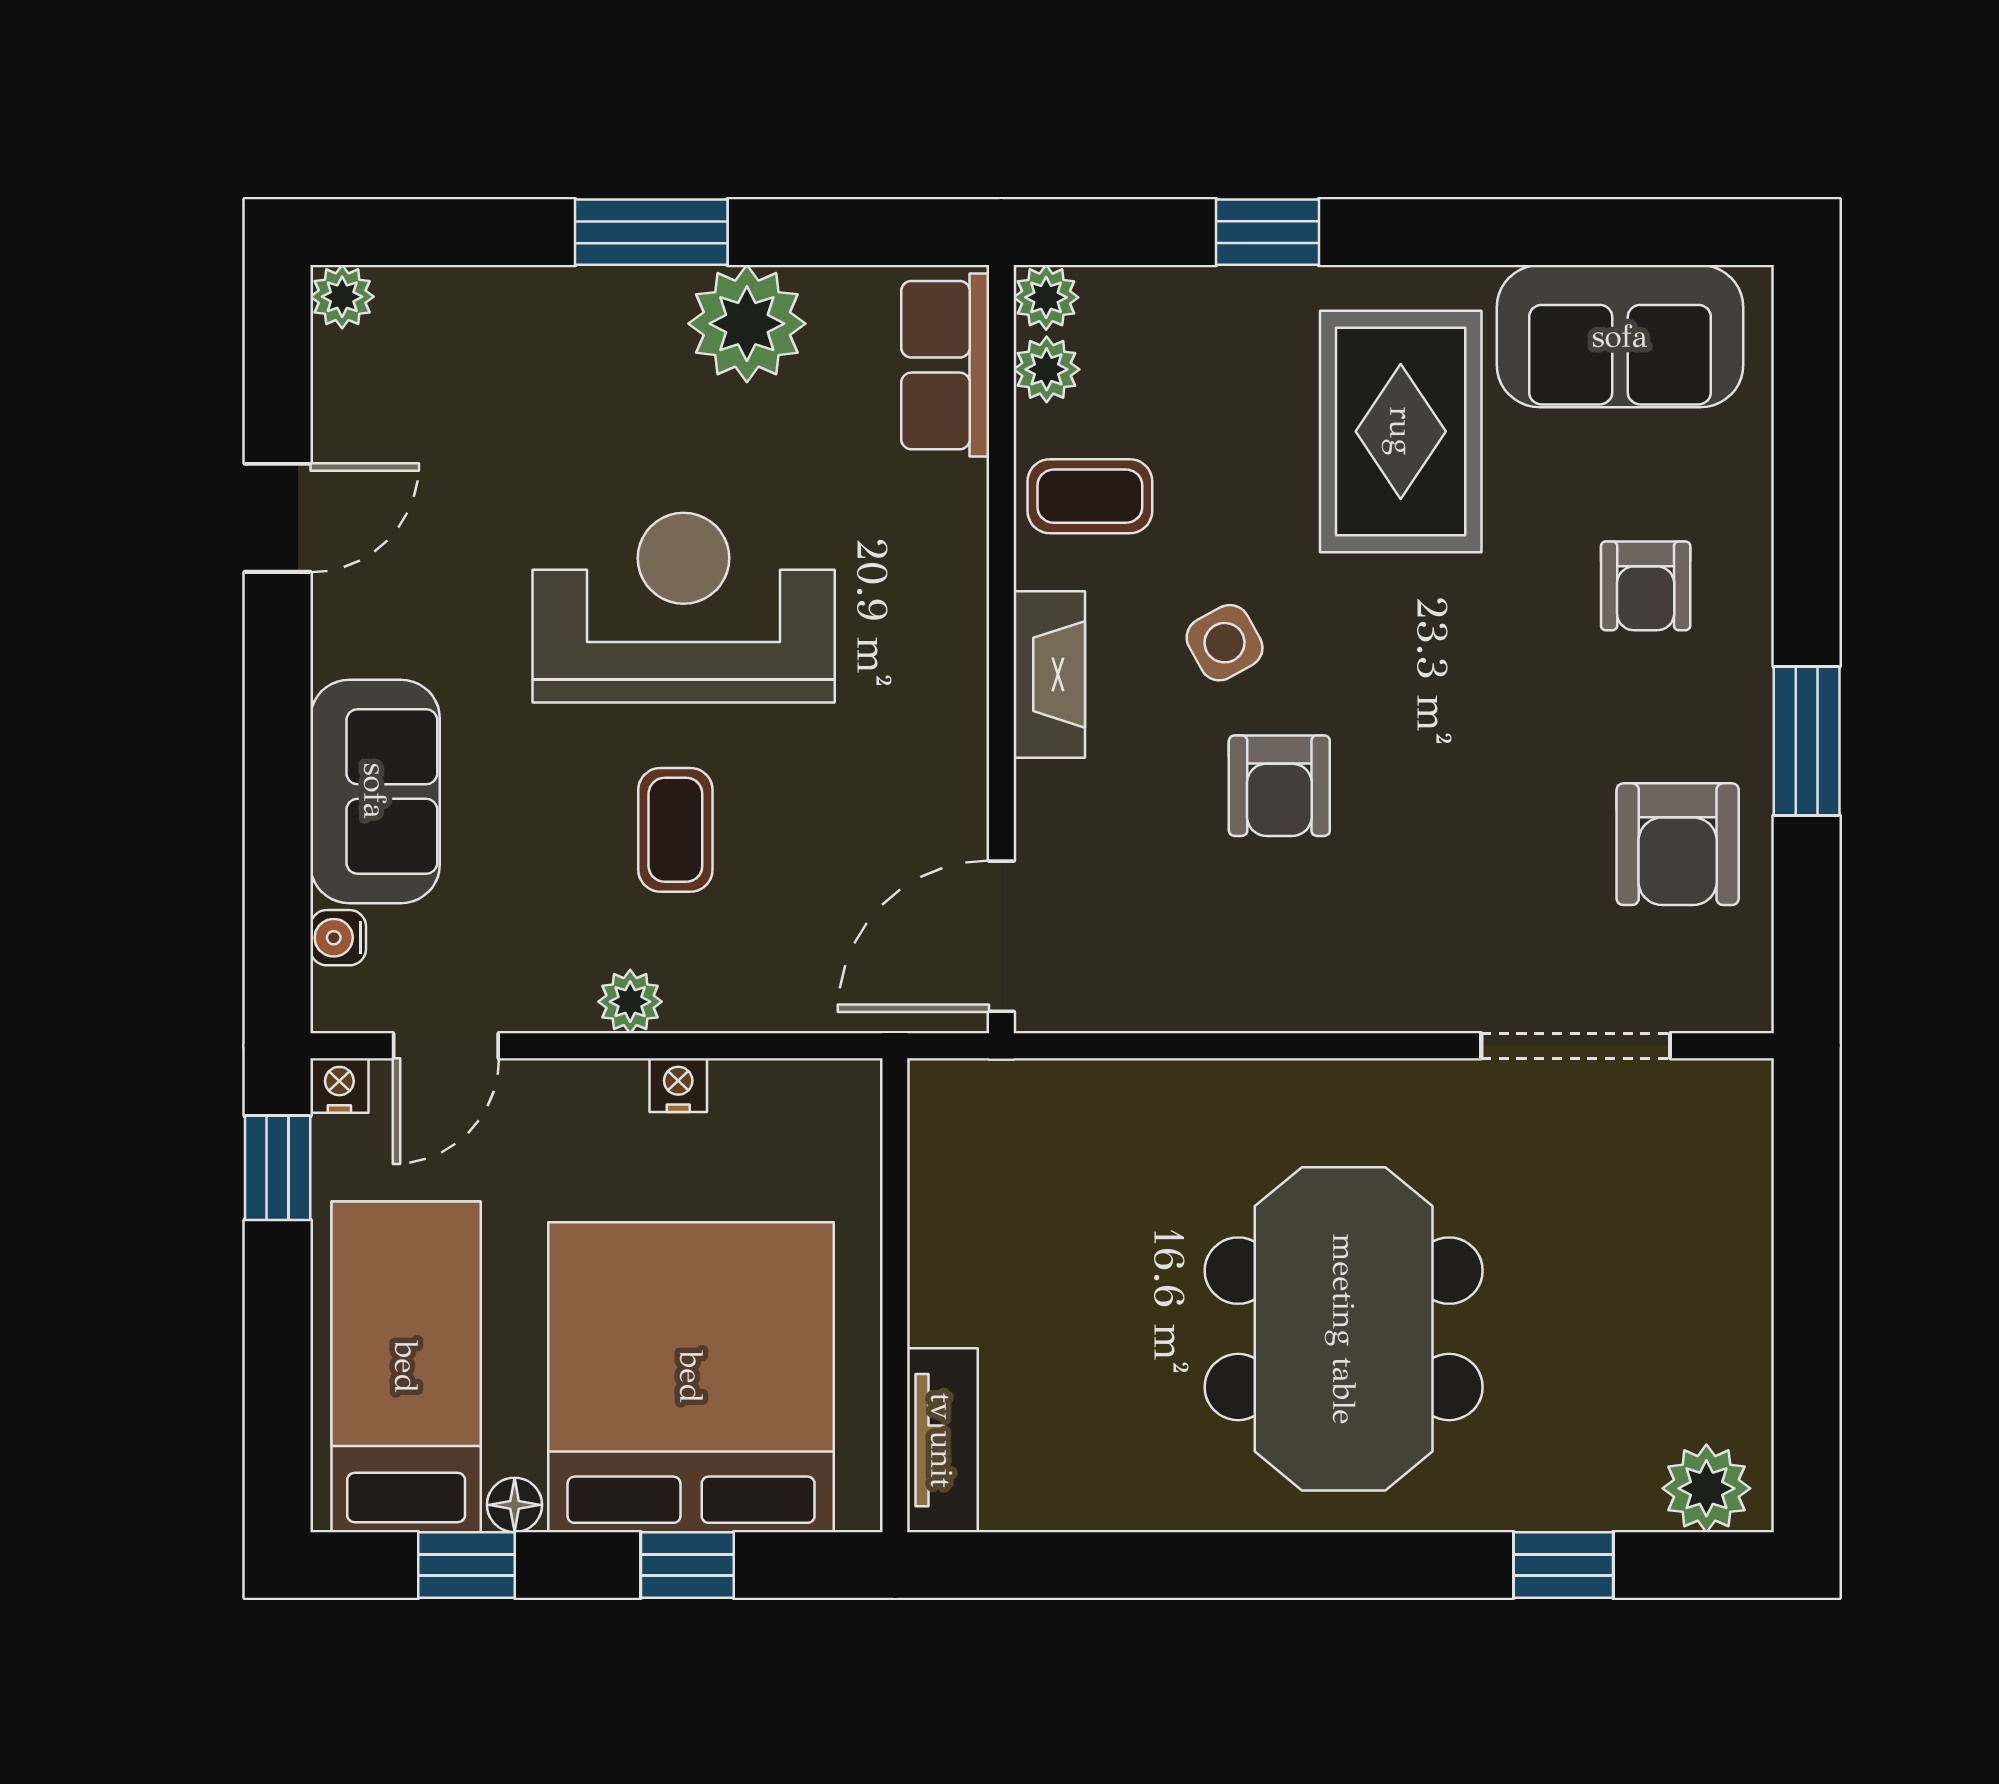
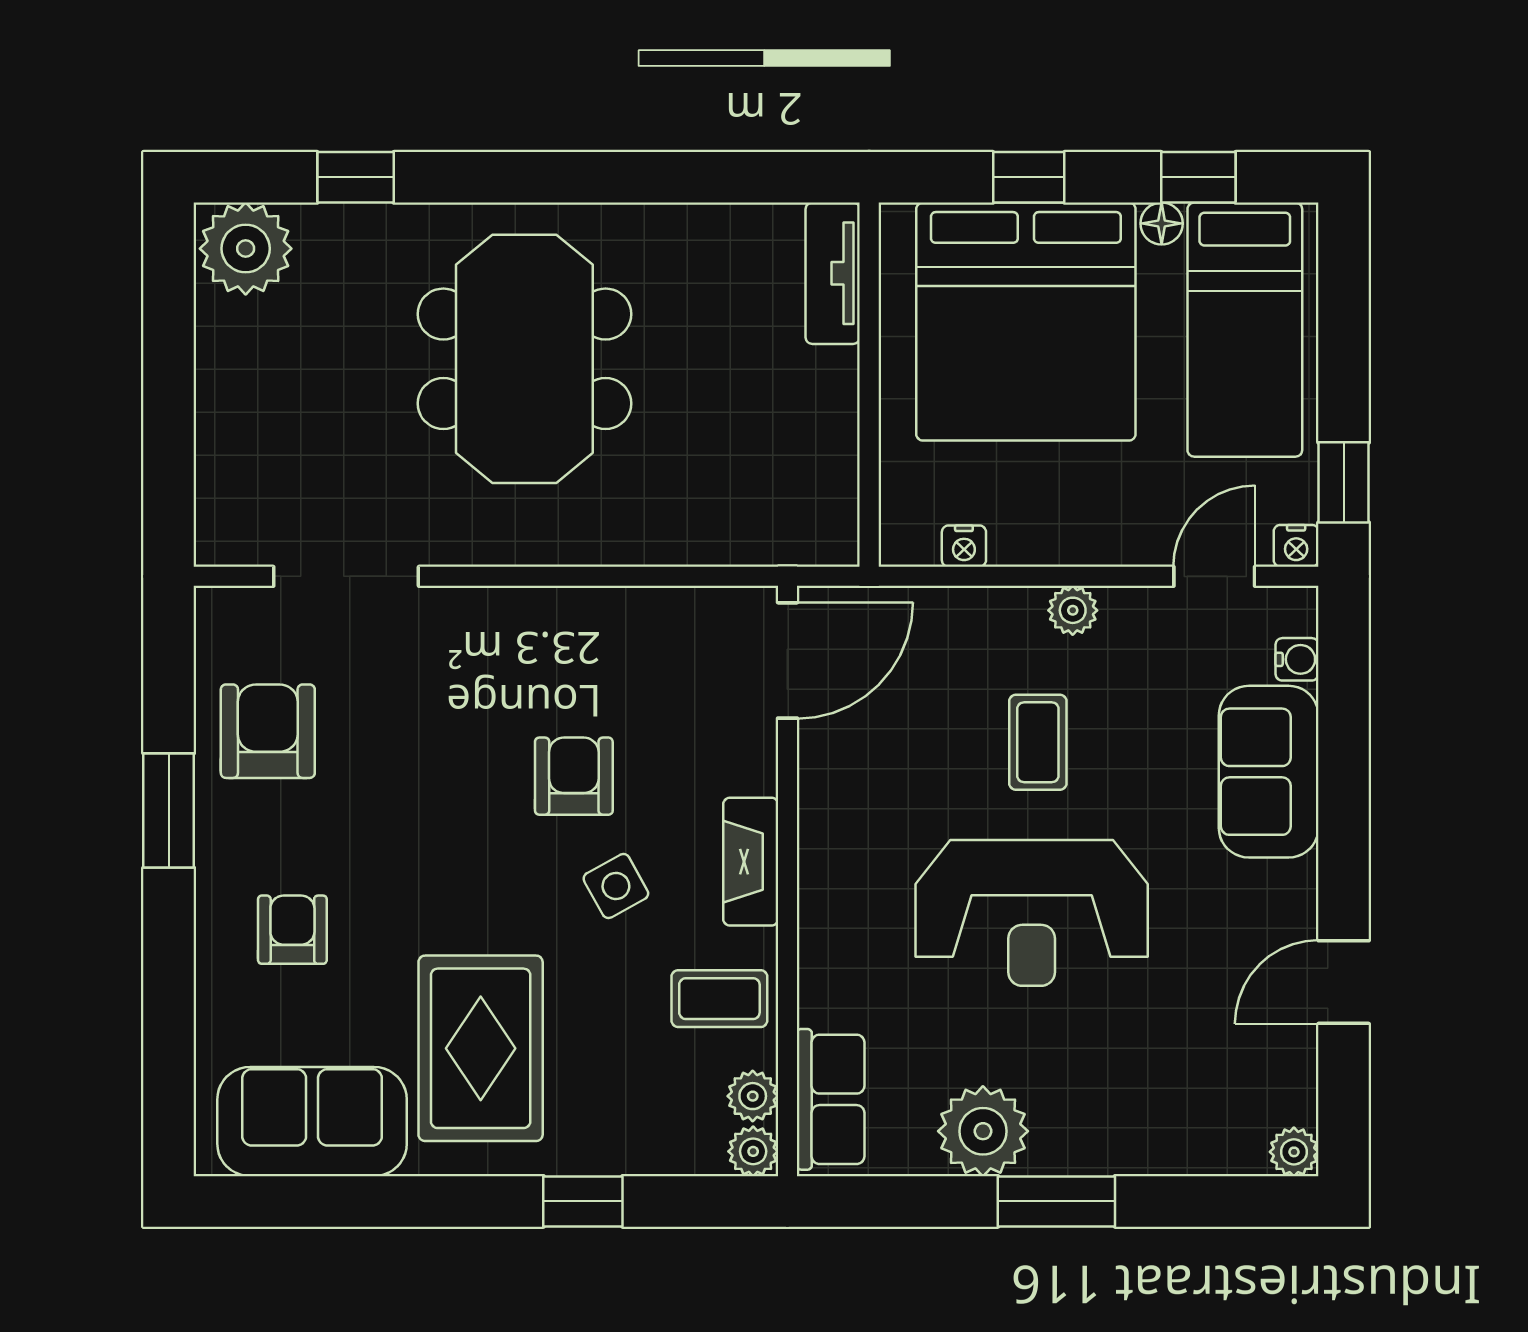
nightstand: (678, 1085) -> (964, 546), moved
plant: (1706, 1488) -> (246, 249), width x1.36, depth x1.36

